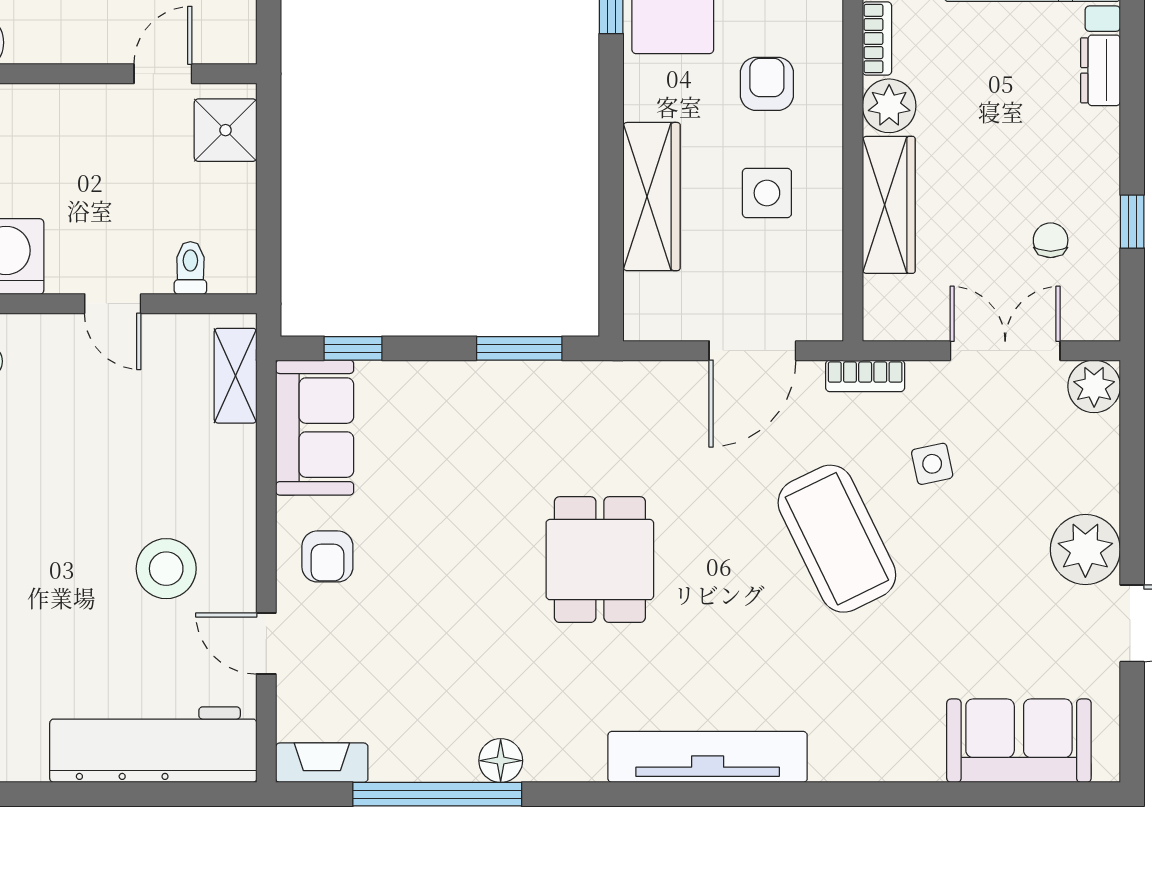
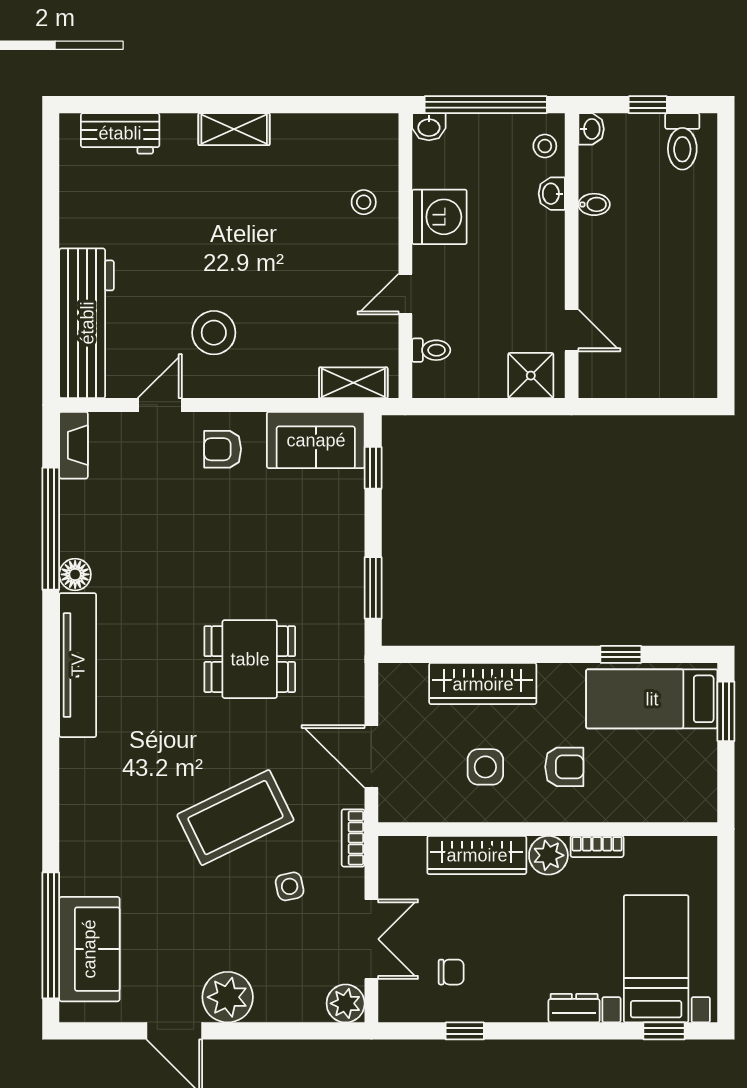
dining table: (600, 560) -> (250, 659), moved
tv unit: (708, 757) -> (78, 665), moved
window: (1000, 794) -> (51, 935), added

